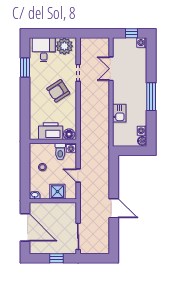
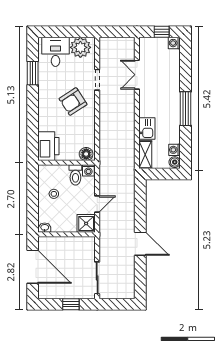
printer: (51, 131) -> (48, 146), moved, turned 90
shelving: (118, 135) -> (145, 155), added
door: (78, 175) -> (97, 204), swing flipped
shower: (57, 192) -> (86, 223), moved

